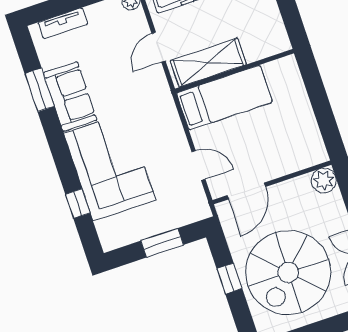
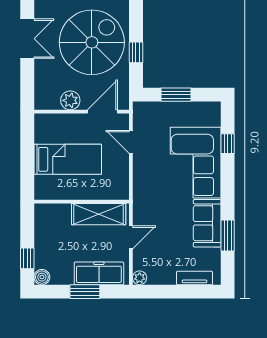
bed: (224, 98) -> (68, 159), moved, turned 180
plant: (324, 180) -> (70, 100), moved

